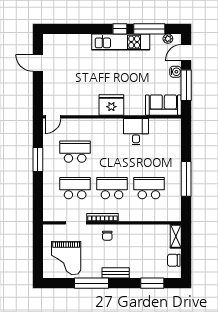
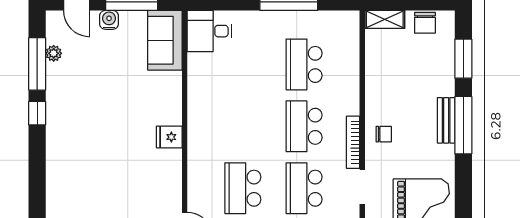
plant: (168, 39) -> (54, 53), moved
kitchen unit: (121, 42) -> (59, 112), removed
fridge: (111, 105) -> (169, 137), width x0.53, depth x0.75
desk: (136, 132) -> (209, 31), moved
window: (91, 283) -> (463, 125), moved

